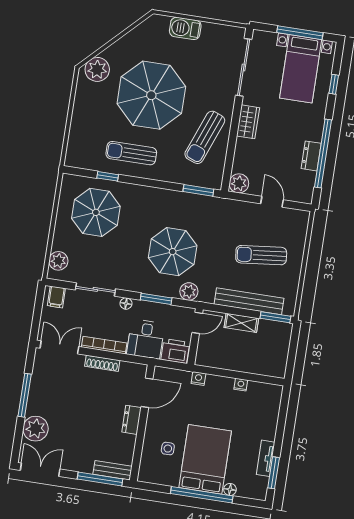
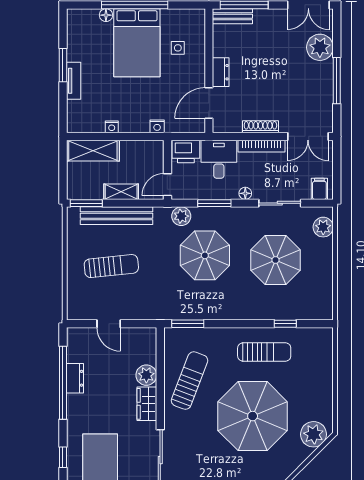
plant: (239, 183) -> (146, 375), moved
parasol: (96, 212) -> (275, 260), moved
shelving: (262, 365) -> (93, 151), added
tv unit: (266, 458) -> (74, 81), moved
window: (274, 473) -> (63, 65), moved

